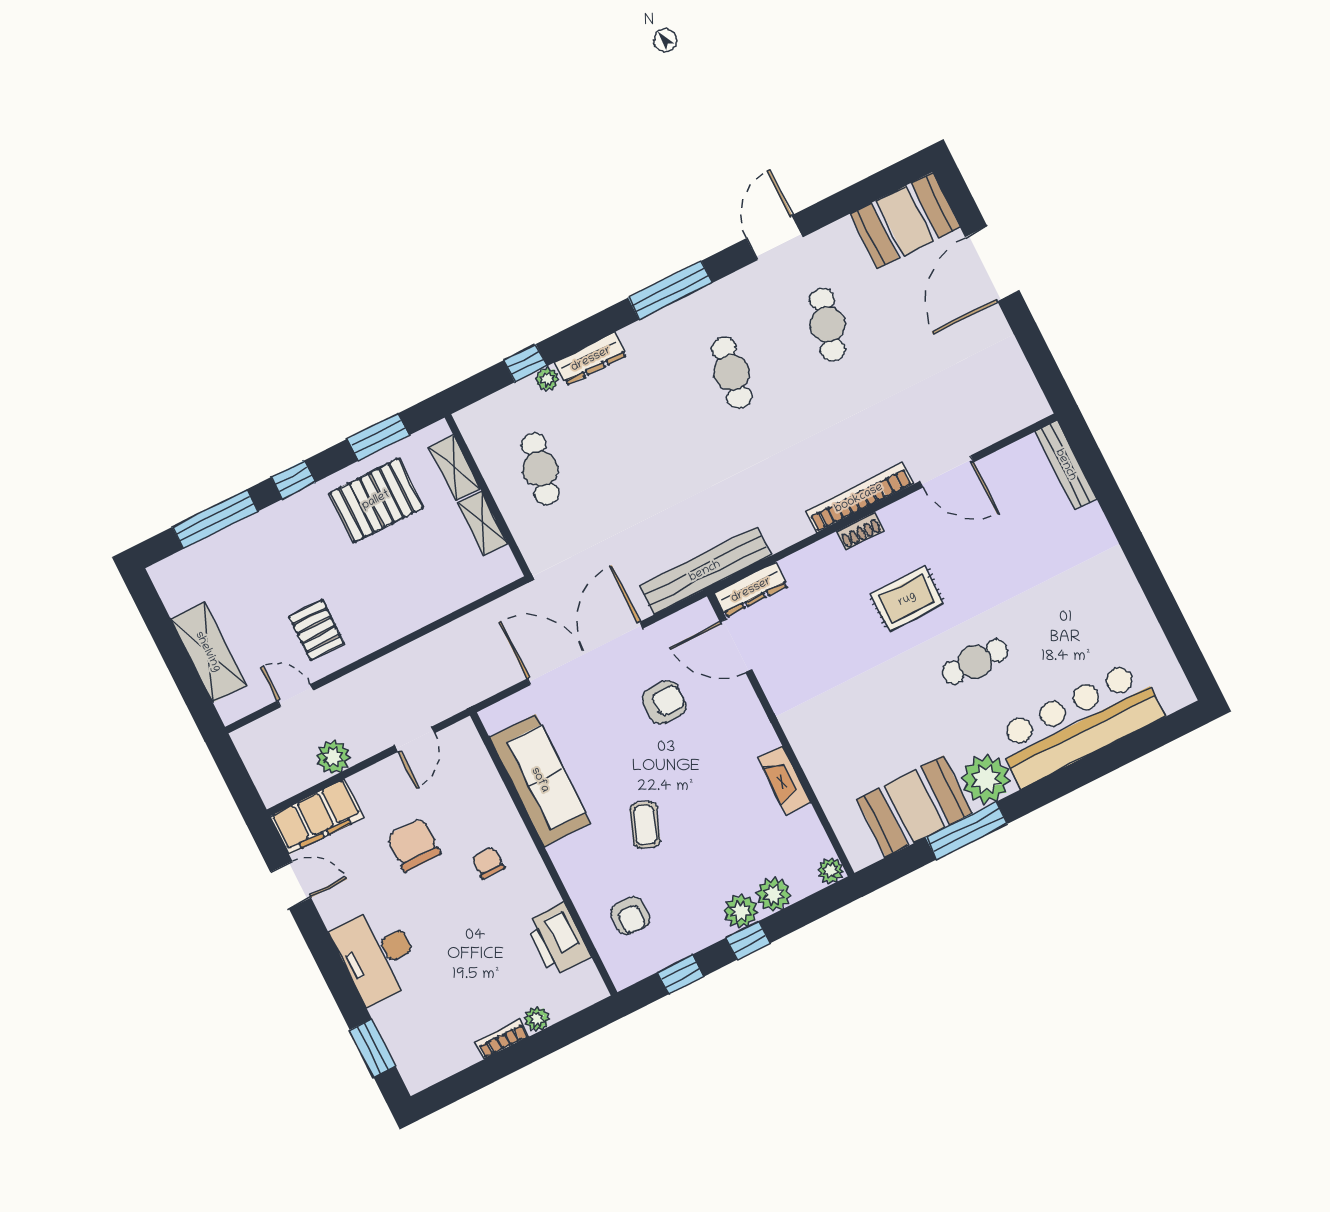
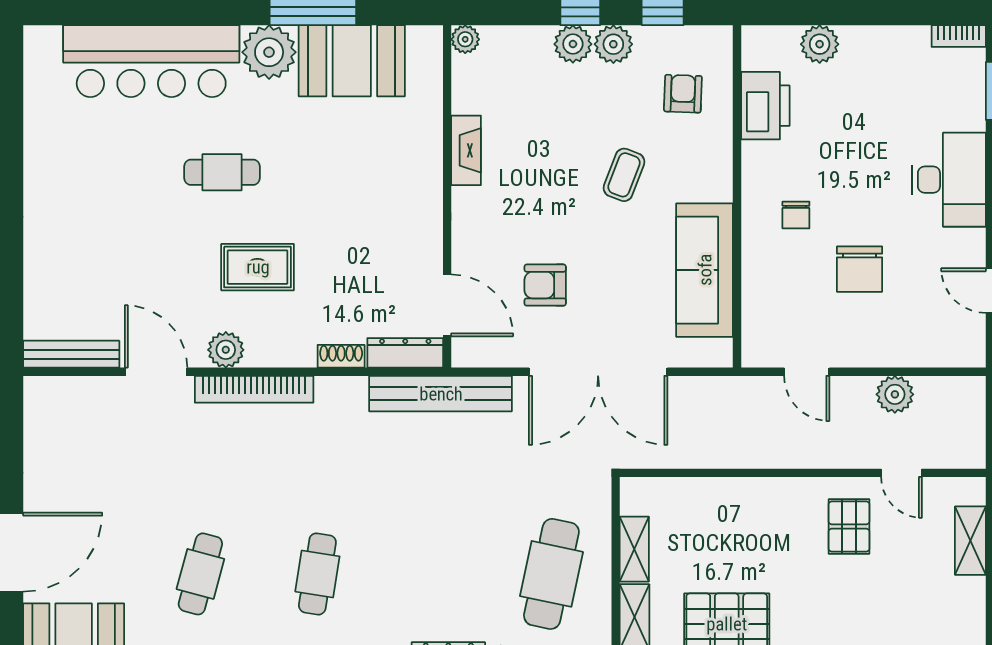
bench: (1066, 465) -> (71, 354), moved, turned 90
cafe table: (540, 469) -> (551, 574), width x1.37, depth x1.35
plant: (899, 518) -> (226, 350), added
shoe rack: (860, 531) -> (341, 356), moved
shelving: (208, 652) -> (970, 541), width x0.67, depth x0.75
door: (415, 739) -> (807, 372), swing flipped
filing cabinet: (317, 817) -> (940, 344), removed
plant: (774, 894) -> (613, 44), moved
plant: (537, 1019) -> (820, 44), width x1.38, depth x1.38
bookcase: (502, 1039) -> (959, 36), moved

